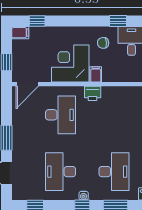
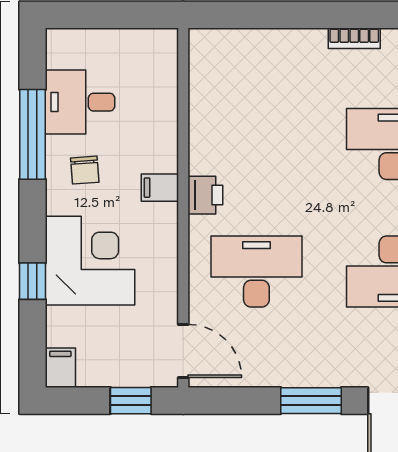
window: (37, 21) -> (33, 281), moved
window: (118, 21) -> (33, 134), width x2.17
corner desk: (70, 63) -> (90, 261), moved, turned 180

